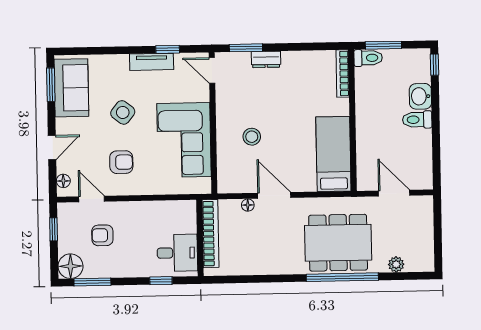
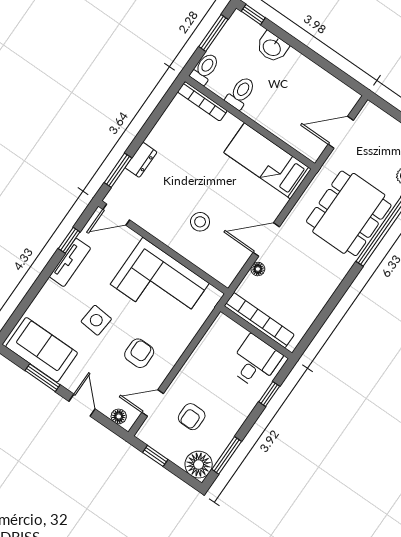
window: (383, 45) -> (213, 33), moved
window: (51, 85) -> (43, 378), moved
side table: (123, 112) -> (96, 320), turned -33
toilet: (417, 120) -> (241, 93), moved, turned 180

